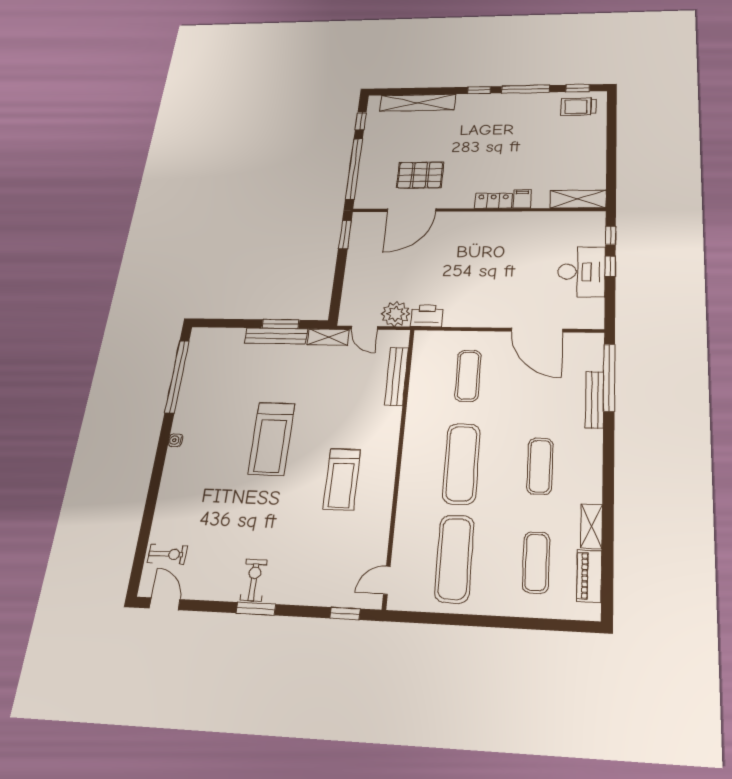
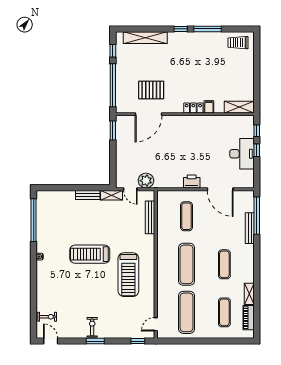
window: (578, 88) -> (237, 29), removed
printer: (427, 316) -> (192, 181), moved
window: (281, 324) -> (85, 188), removed
bench: (276, 336) -> (88, 195), width x0.73
treadmill: (271, 439) -> (90, 254), turned 90
treadmill: (342, 479) -> (128, 275), width x1.37, depth x1.38

